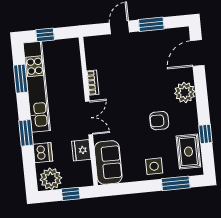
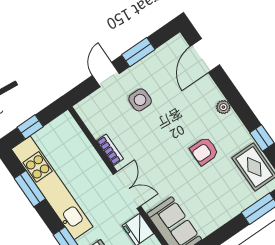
plant: (185, 92) -> (223, 107), width x0.53, depth x0.53
side table: (154, 166) -> (140, 100), moved

